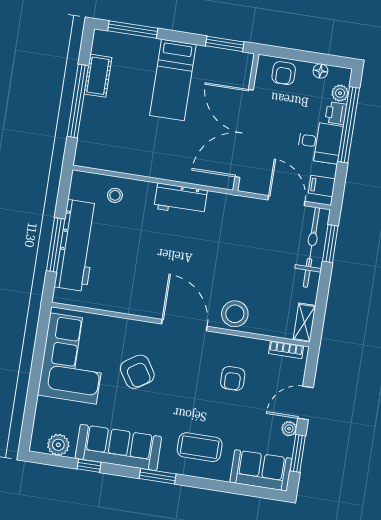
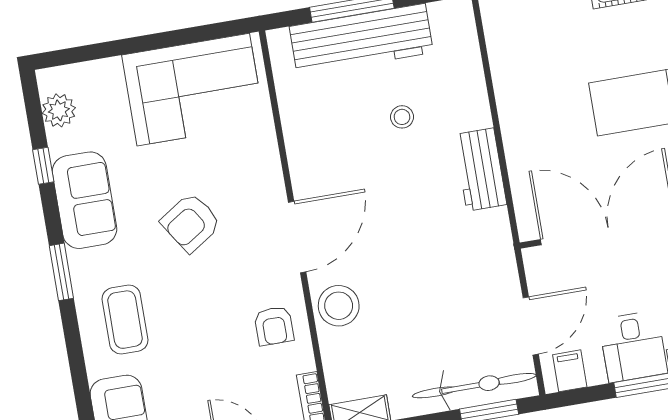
stool: (115, 195) -> (402, 117), moved
armchair: (137, 372) -> (191, 223), moved
armchair: (233, 378) -> (274, 326), moved, turned -90
sofa: (118, 447) -> (84, 200), width x0.73

